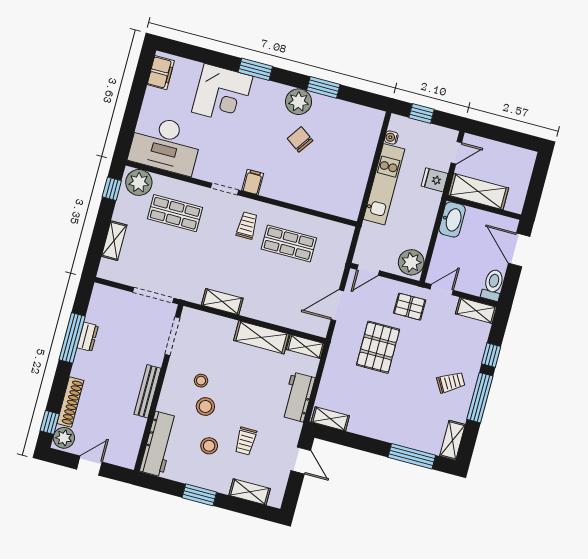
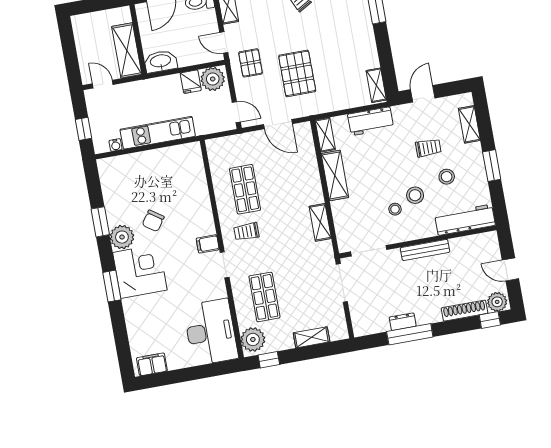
corner desk: (222, 94) -> (140, 271), moved
fridge: (435, 180) -> (191, 82), moved
pallet: (378, 347) -> (297, 73), turned 90

